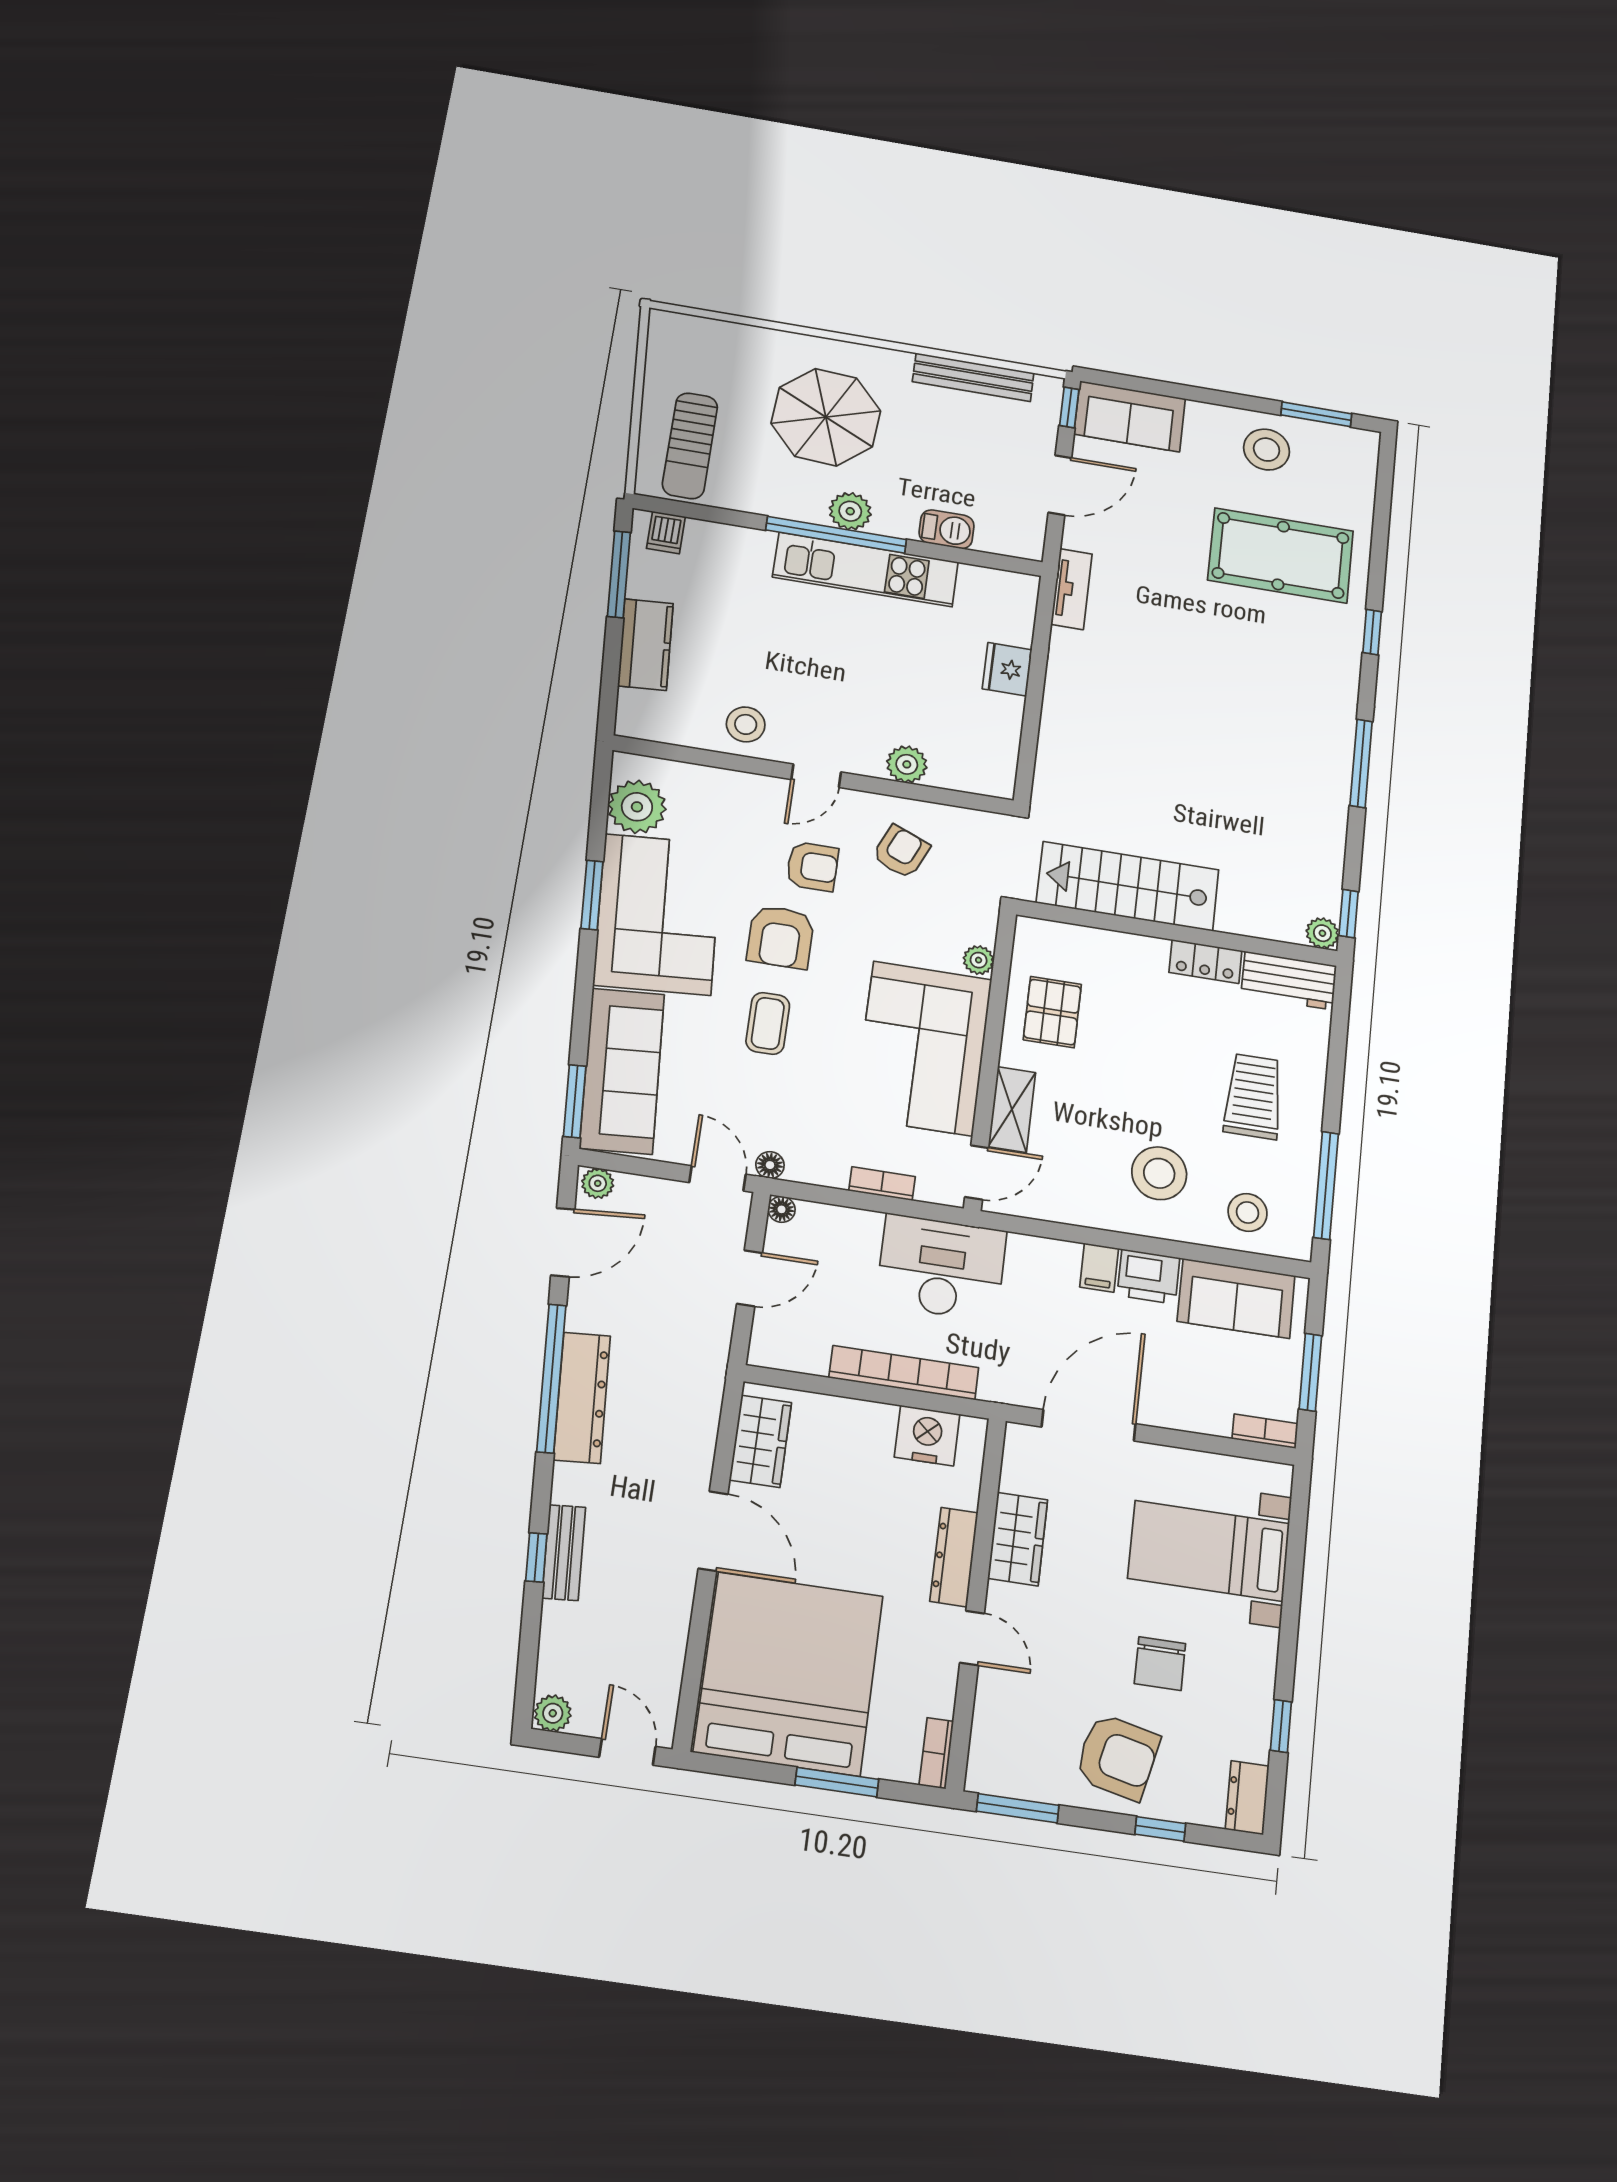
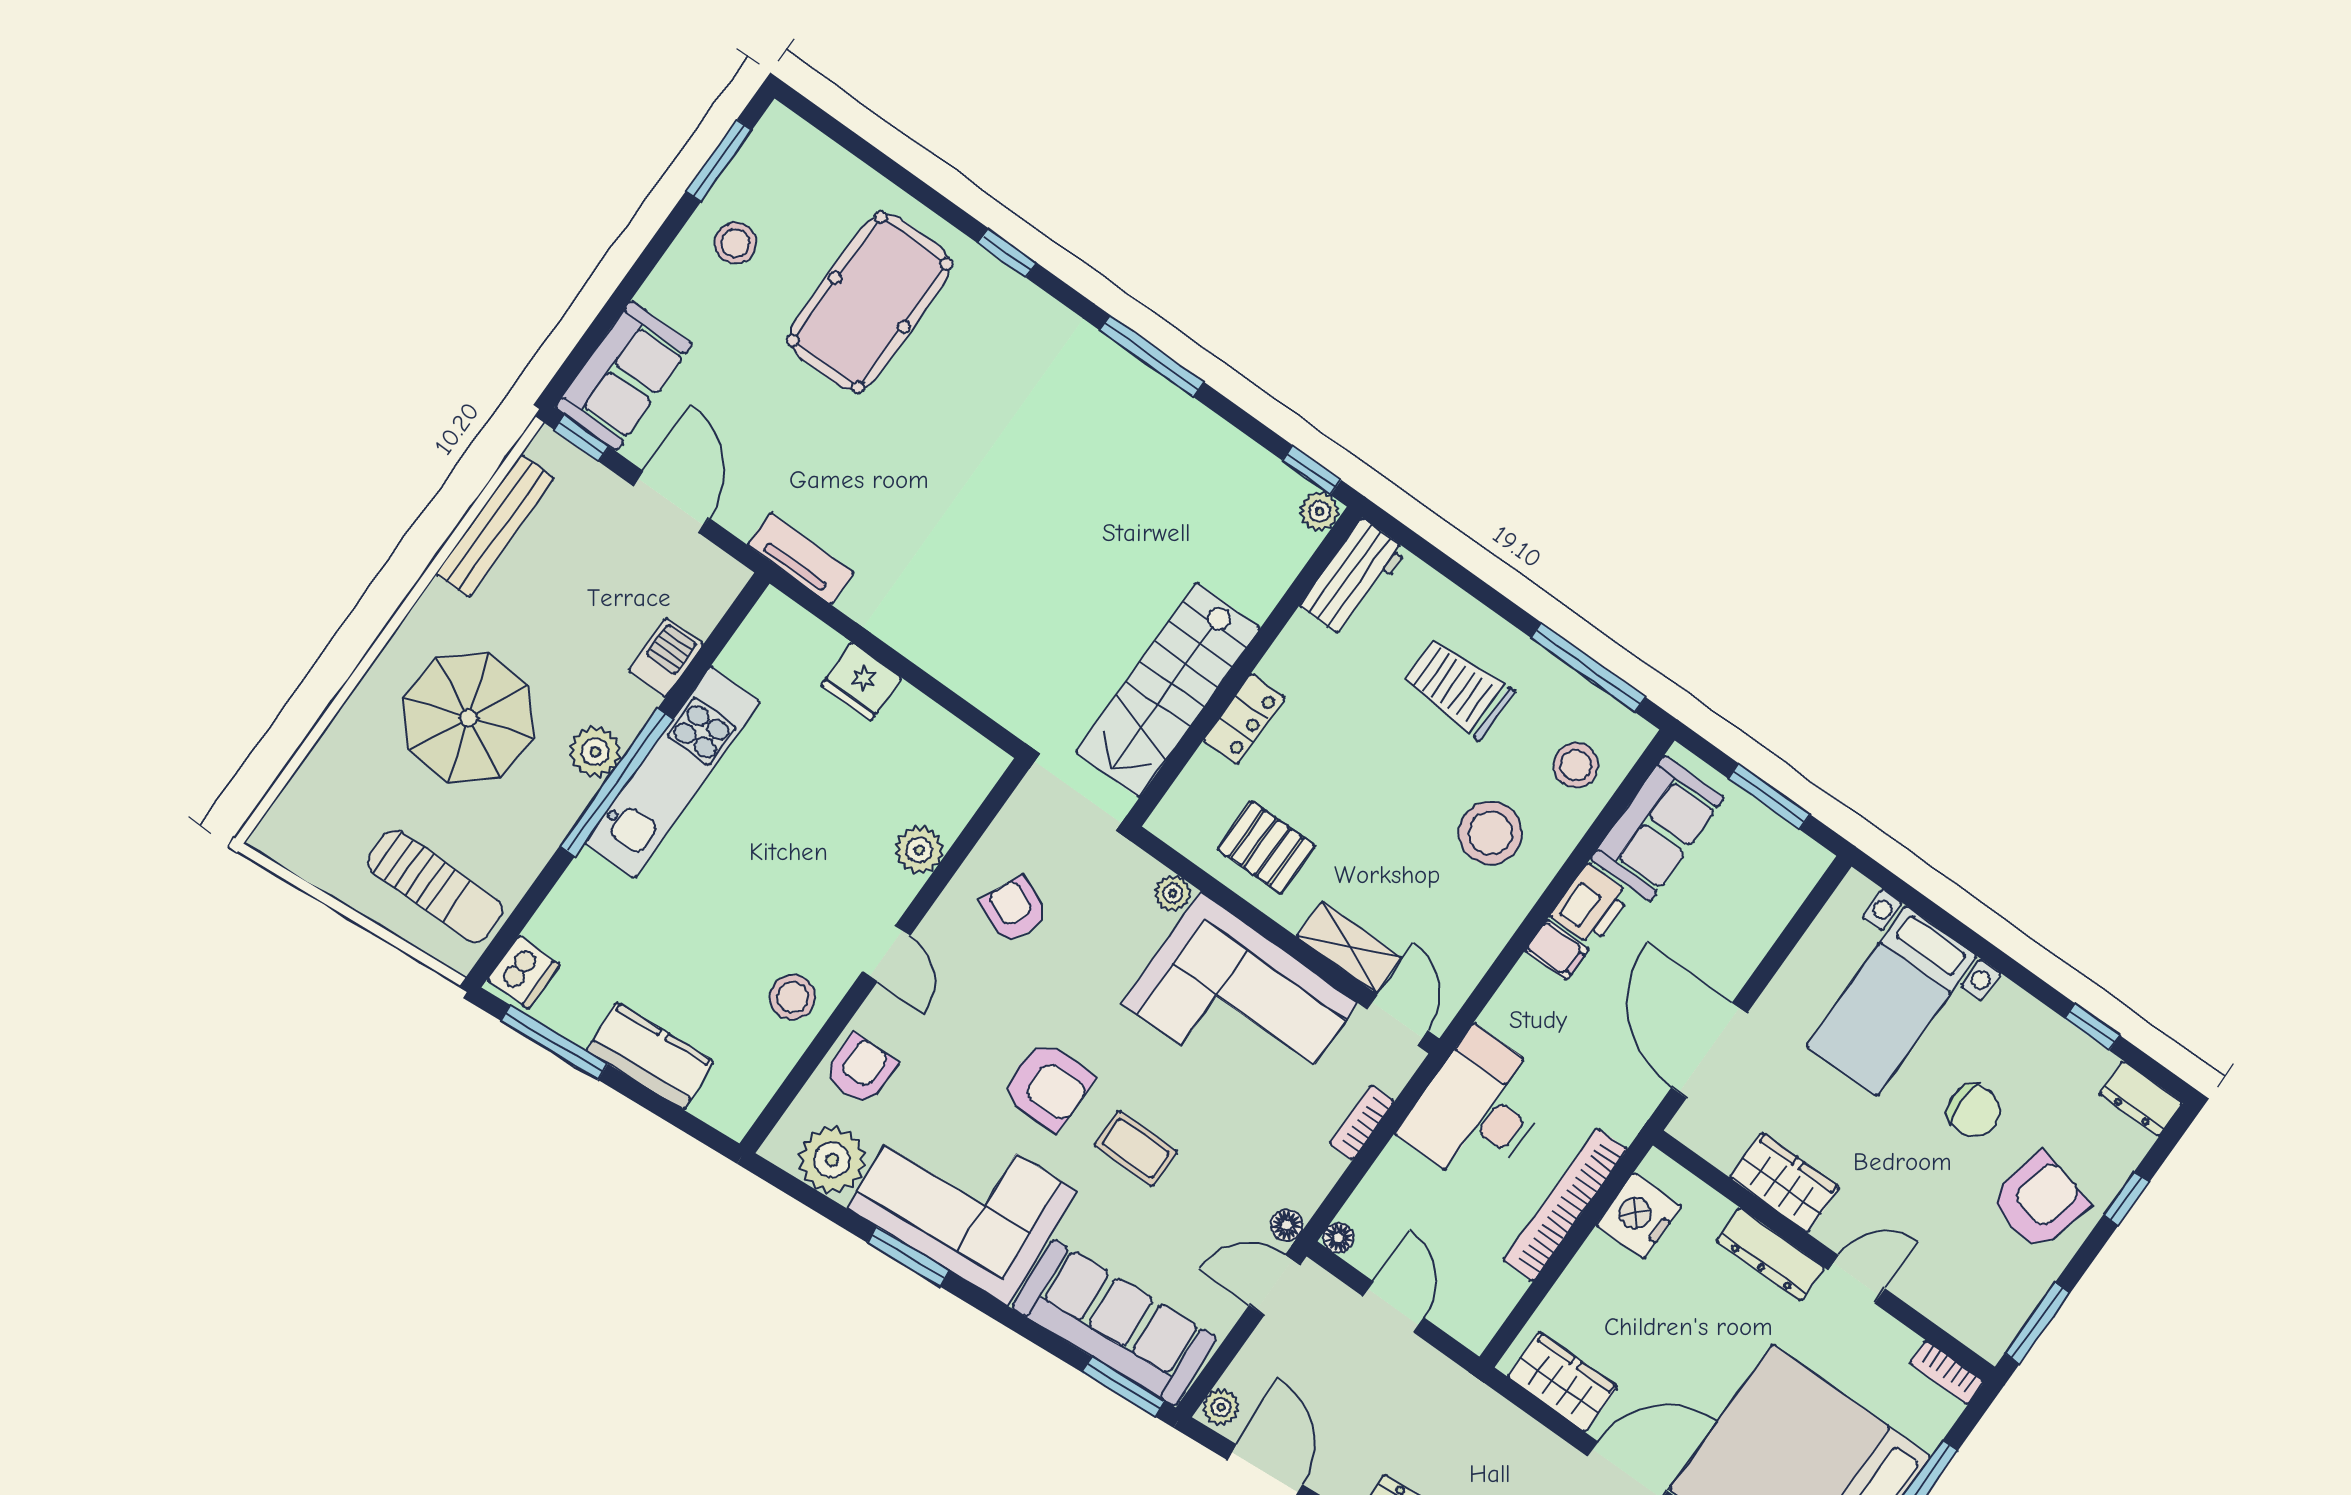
stool: (1267, 450) -> (735, 243), width x0.73, depth x0.73
dishwasher: (666, 533) -> (524, 972), width x1.38
armchair: (812, 866) -> (860, 1069), moved
locker: (1205, 961) -> (1244, 719), moved
bookcase: (1265, 1431) -> (1804, 877), removed

